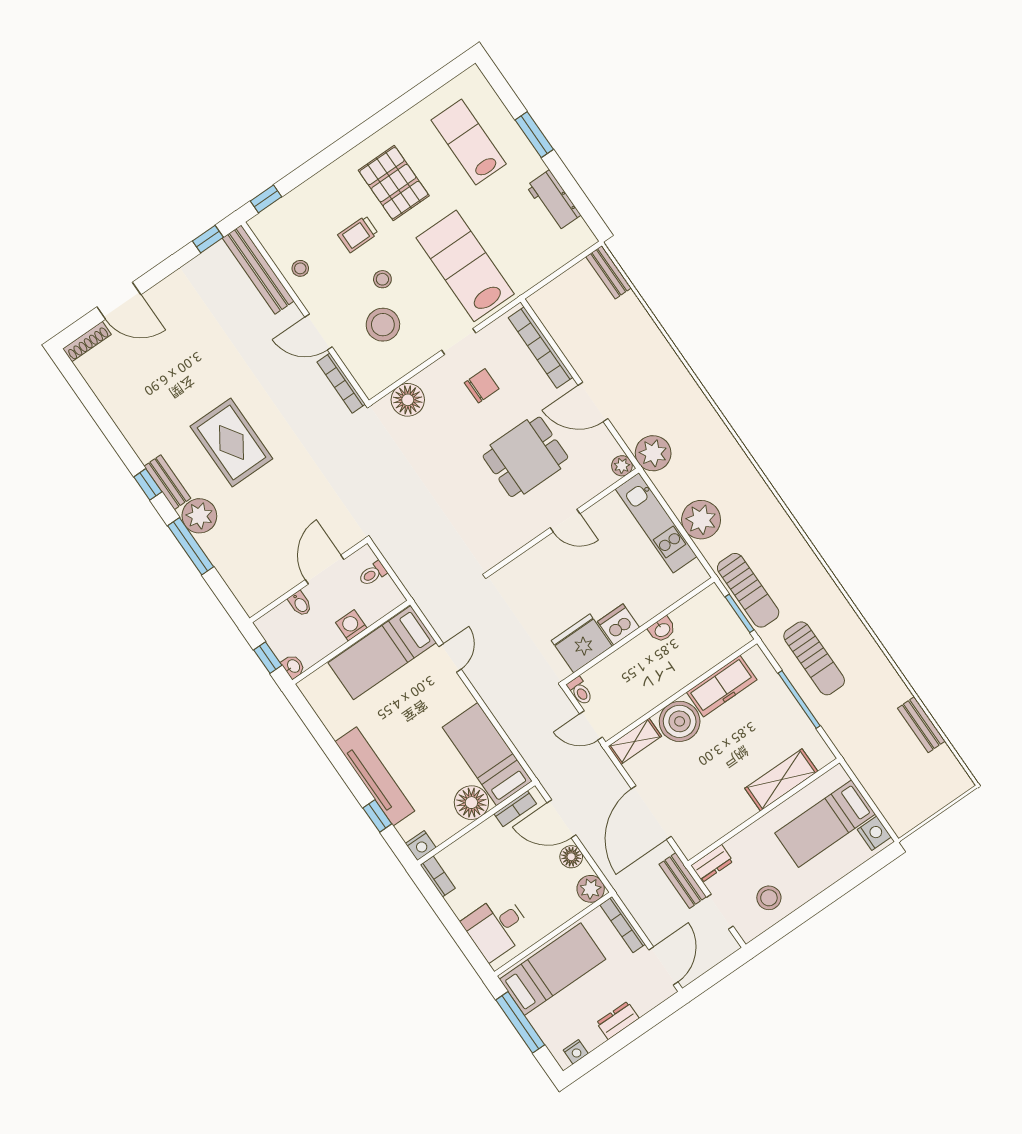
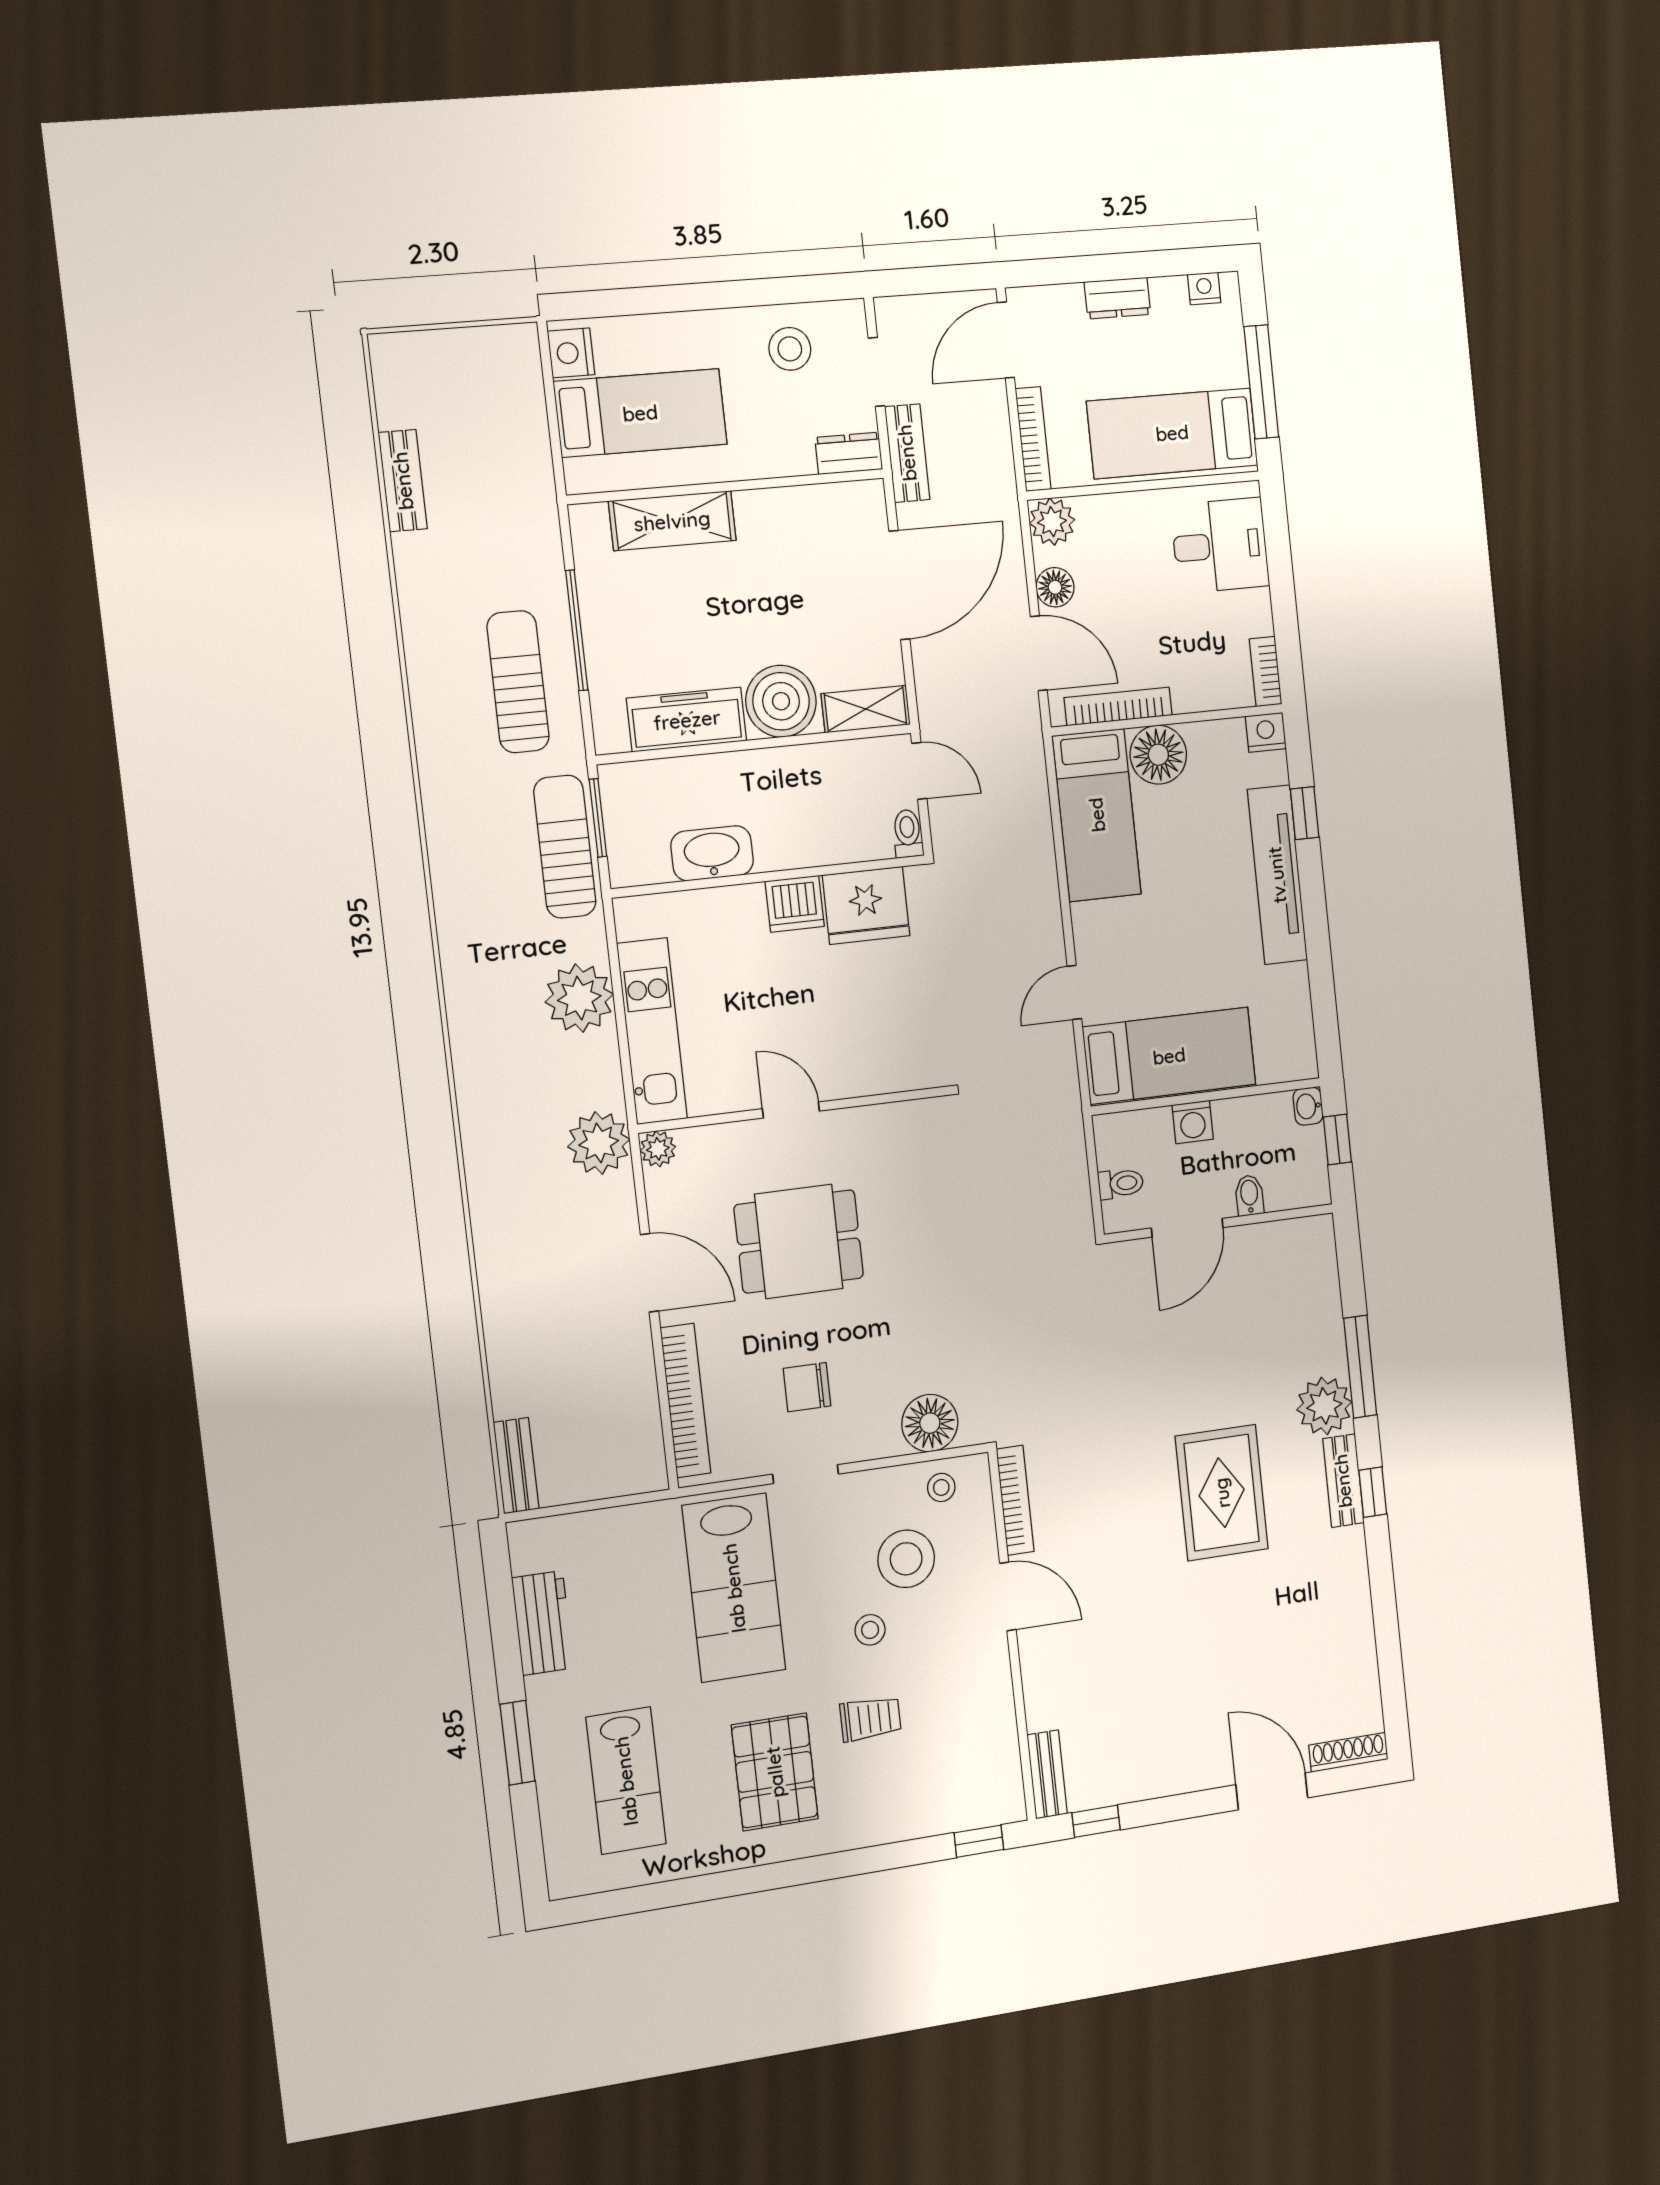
stool: (300, 268) -> (941, 1487), moved
bench: (258, 270) -> (1047, 1774), width x0.54, depth x0.82
washbasin: (662, 630) -> (712, 853), width x1.91, depth x1.45
bookcase: (515, 809) -> (1118, 706), width x1.56

